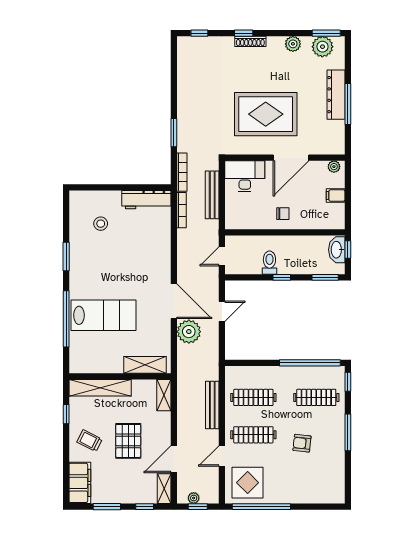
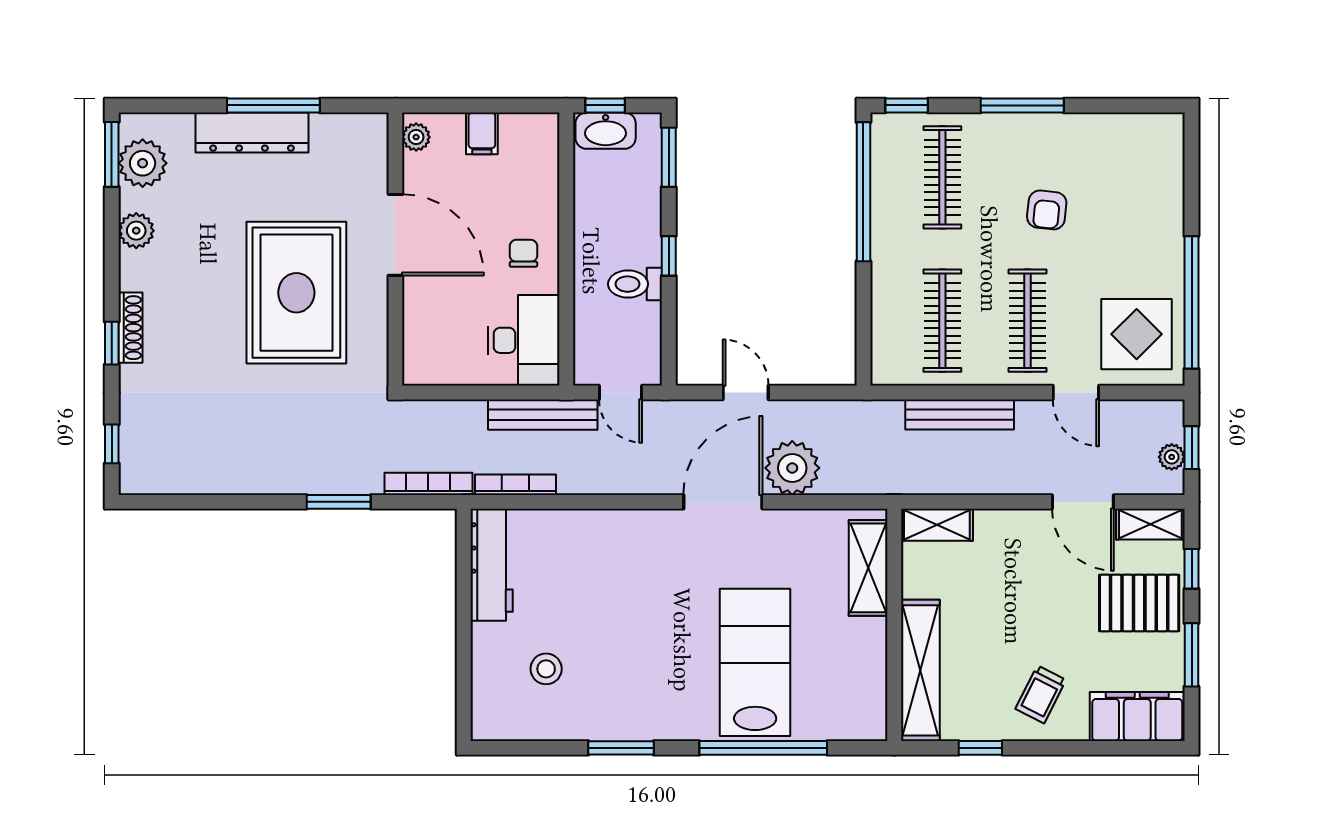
desk: (245, 176) -> (524, 340), moved, turned 180
bench: (212, 195) -> (543, 415), moved
pallet: (128, 441) -> (1139, 603), moved

